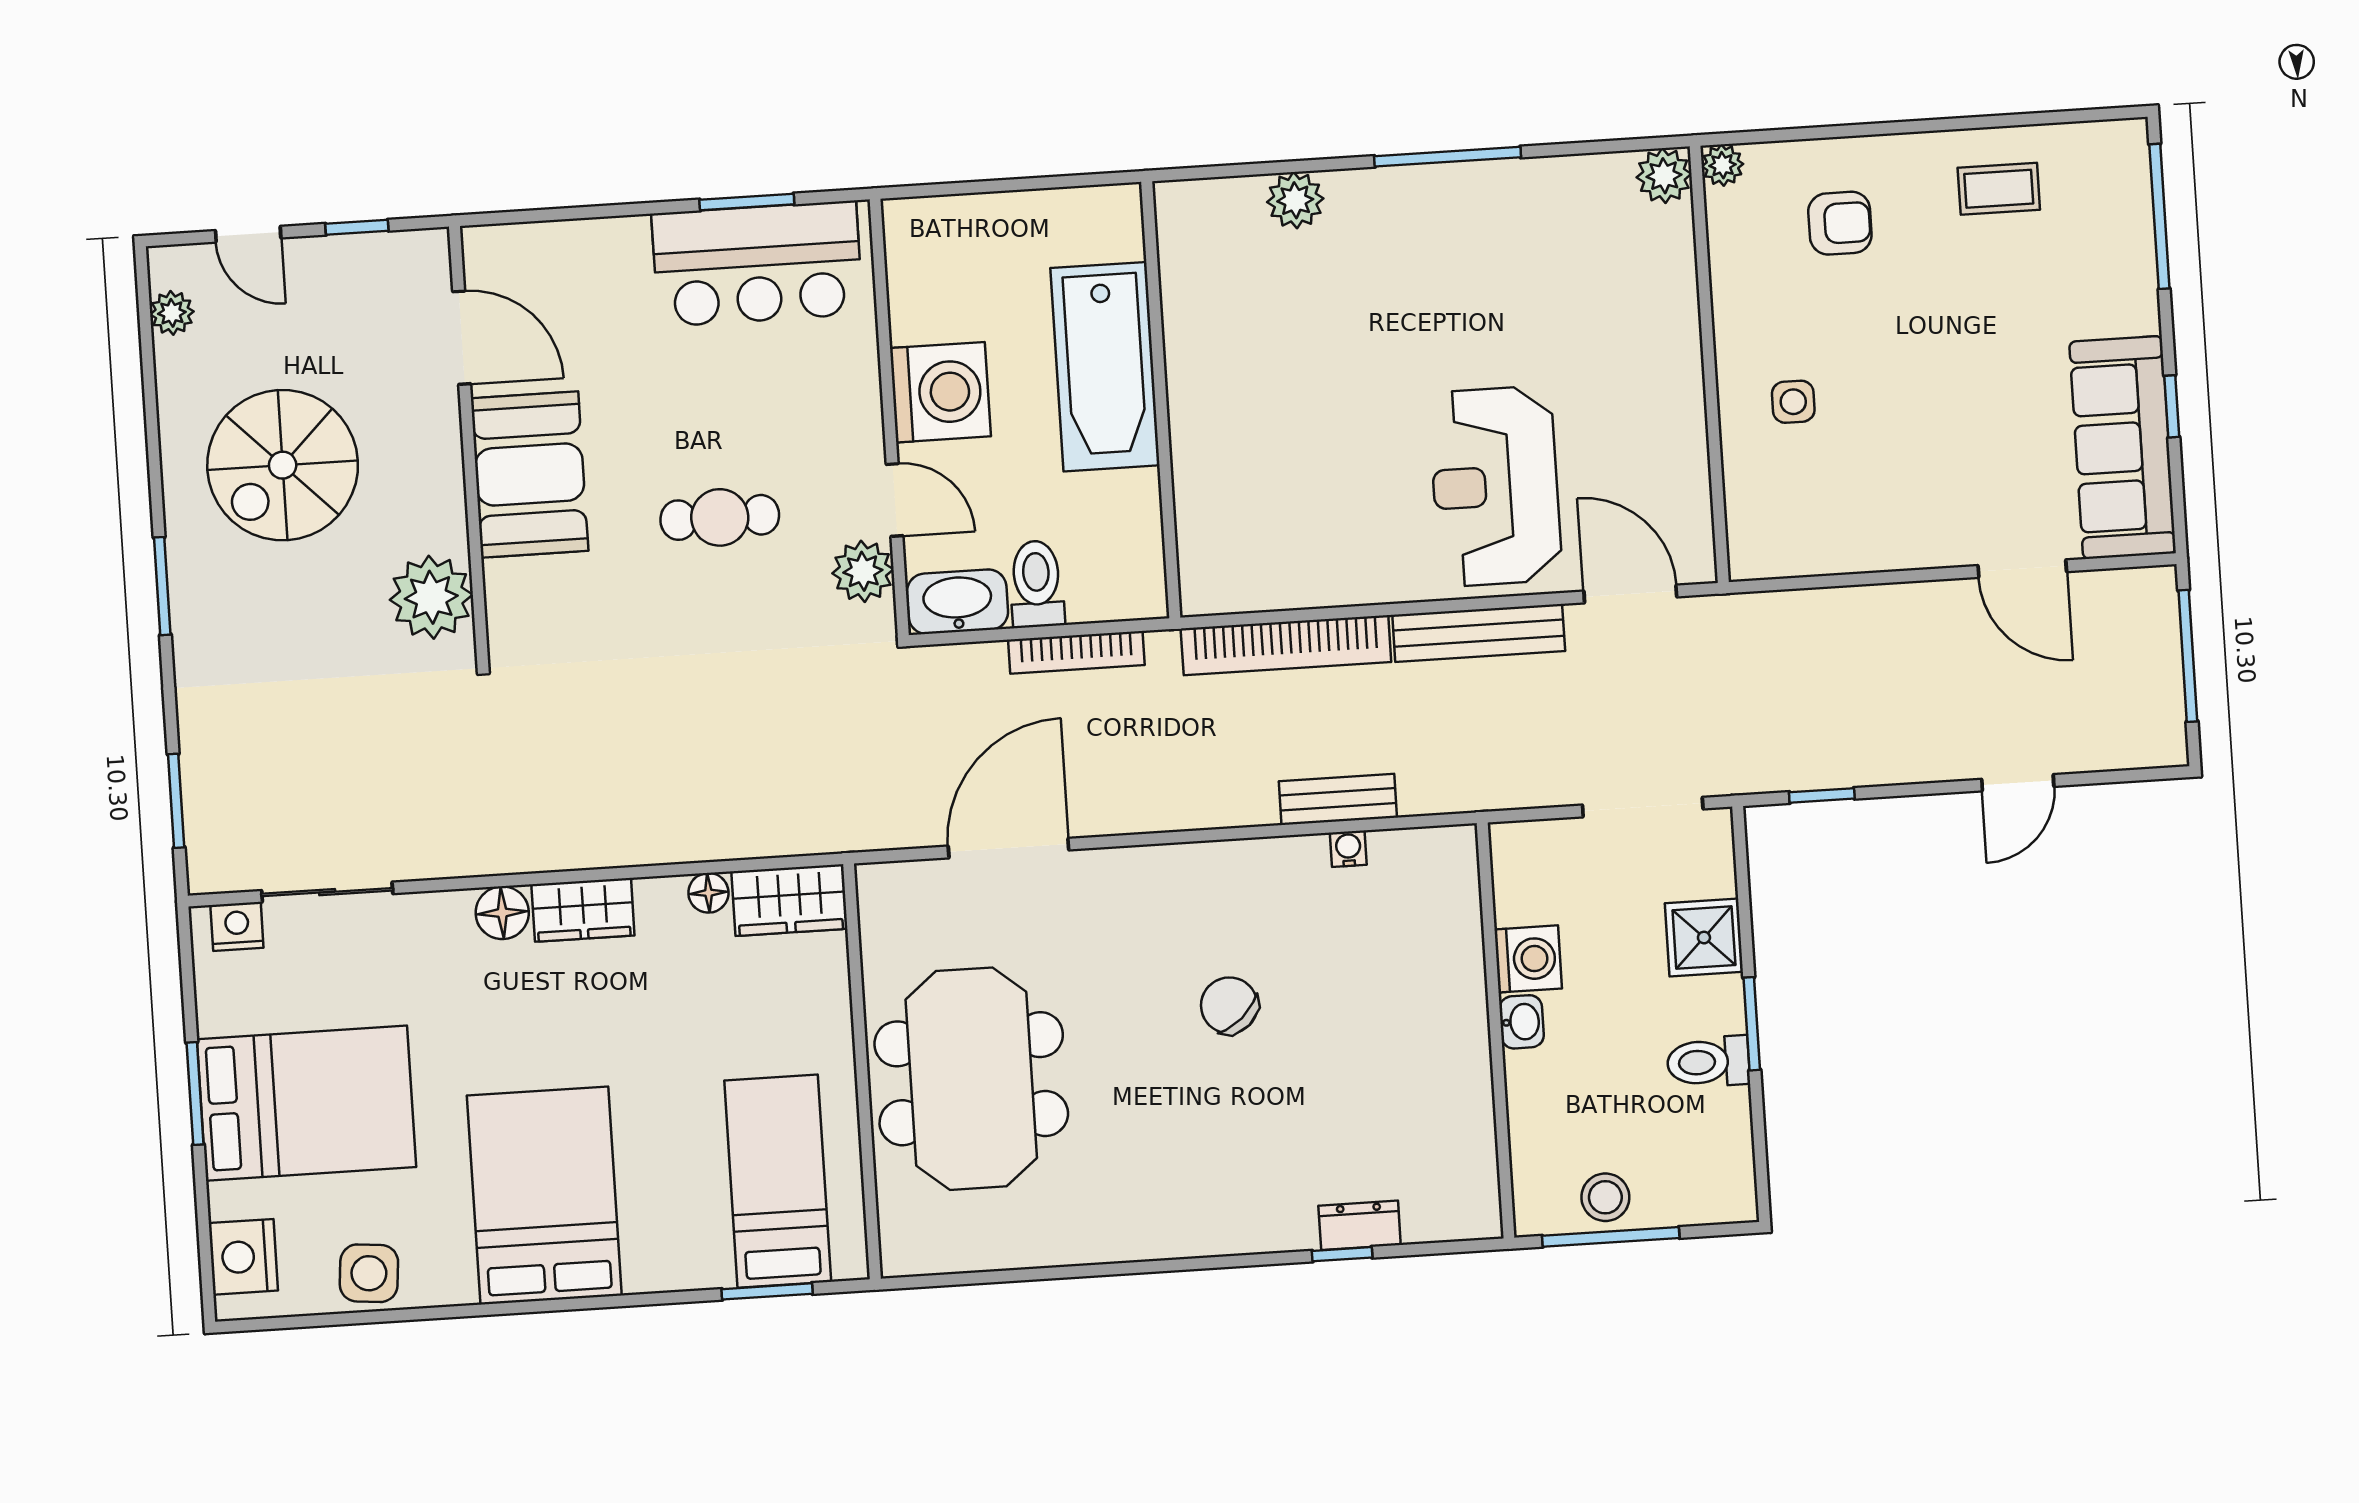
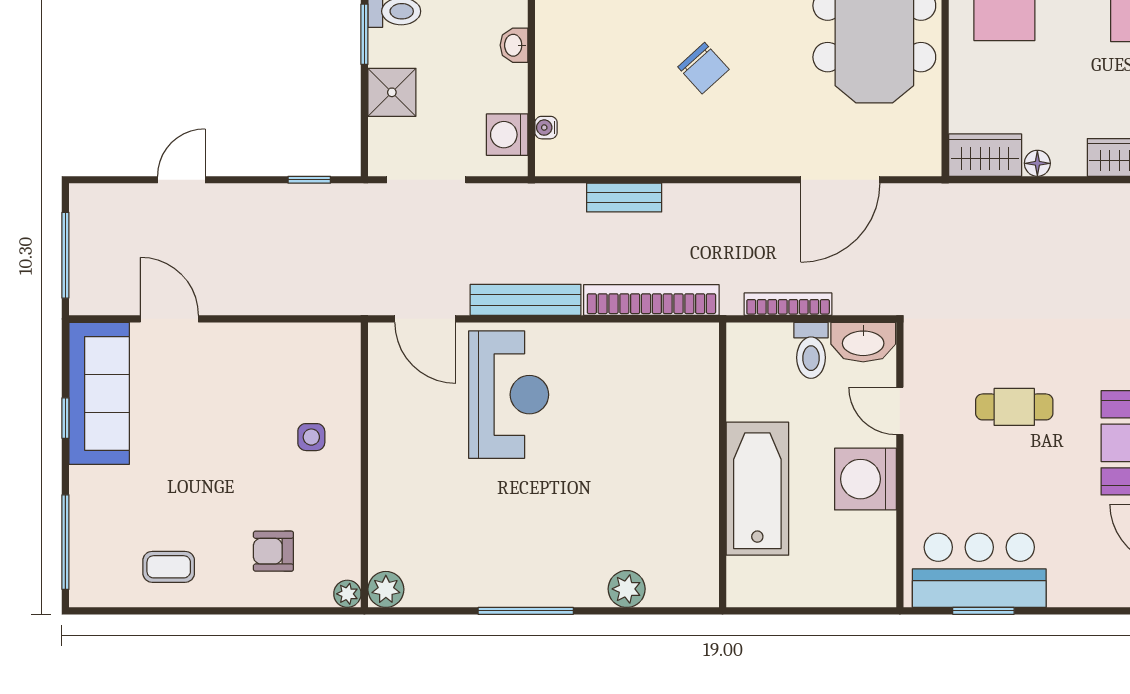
plant: (863, 571) -> (923, 366), removed
water cooler: (1348, 849) -> (546, 128), moved, turned 90
washing machine: (1528, 959) -> (507, 135), moved

